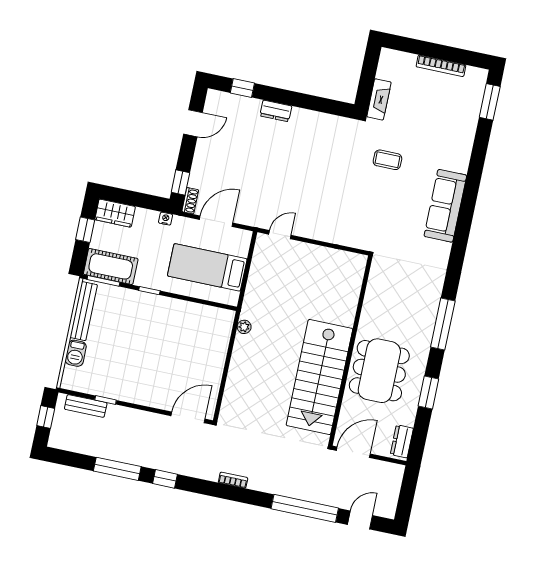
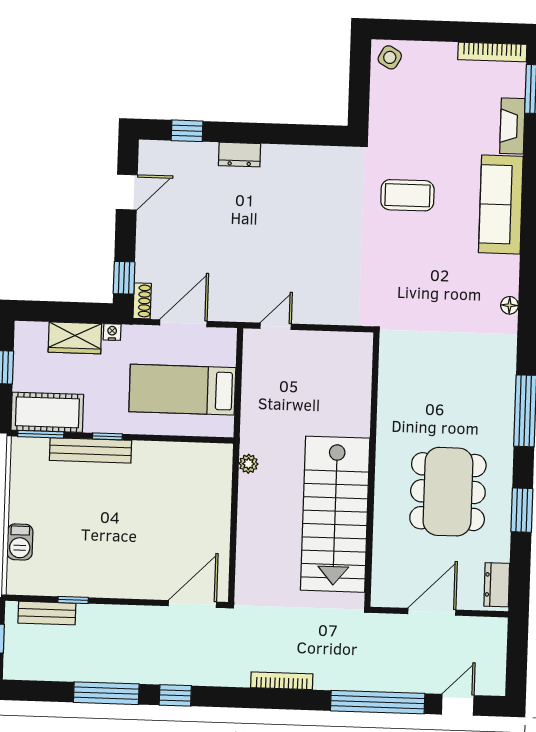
side table: (392, 62) -> (390, 57), added
bookcase: (441, 66) -> (492, 52), moved
fireplace: (379, 99) -> (512, 126), moved, turned 180
coffee table: (387, 160) -> (407, 195), width x1.36, depth x1.30
sofa: (445, 206) -> (501, 204), moved
wardrobe: (115, 213) -> (75, 338), moved
floor lamp: (445, 249) -> (509, 305), added
bench: (84, 311) -> (90, 450), moved, turned 90
wall: (350, 351) -> (372, 470), moved
stairs: (319, 377) -> (335, 514), moved
bookcase: (233, 480) -> (282, 681), width x1.56

